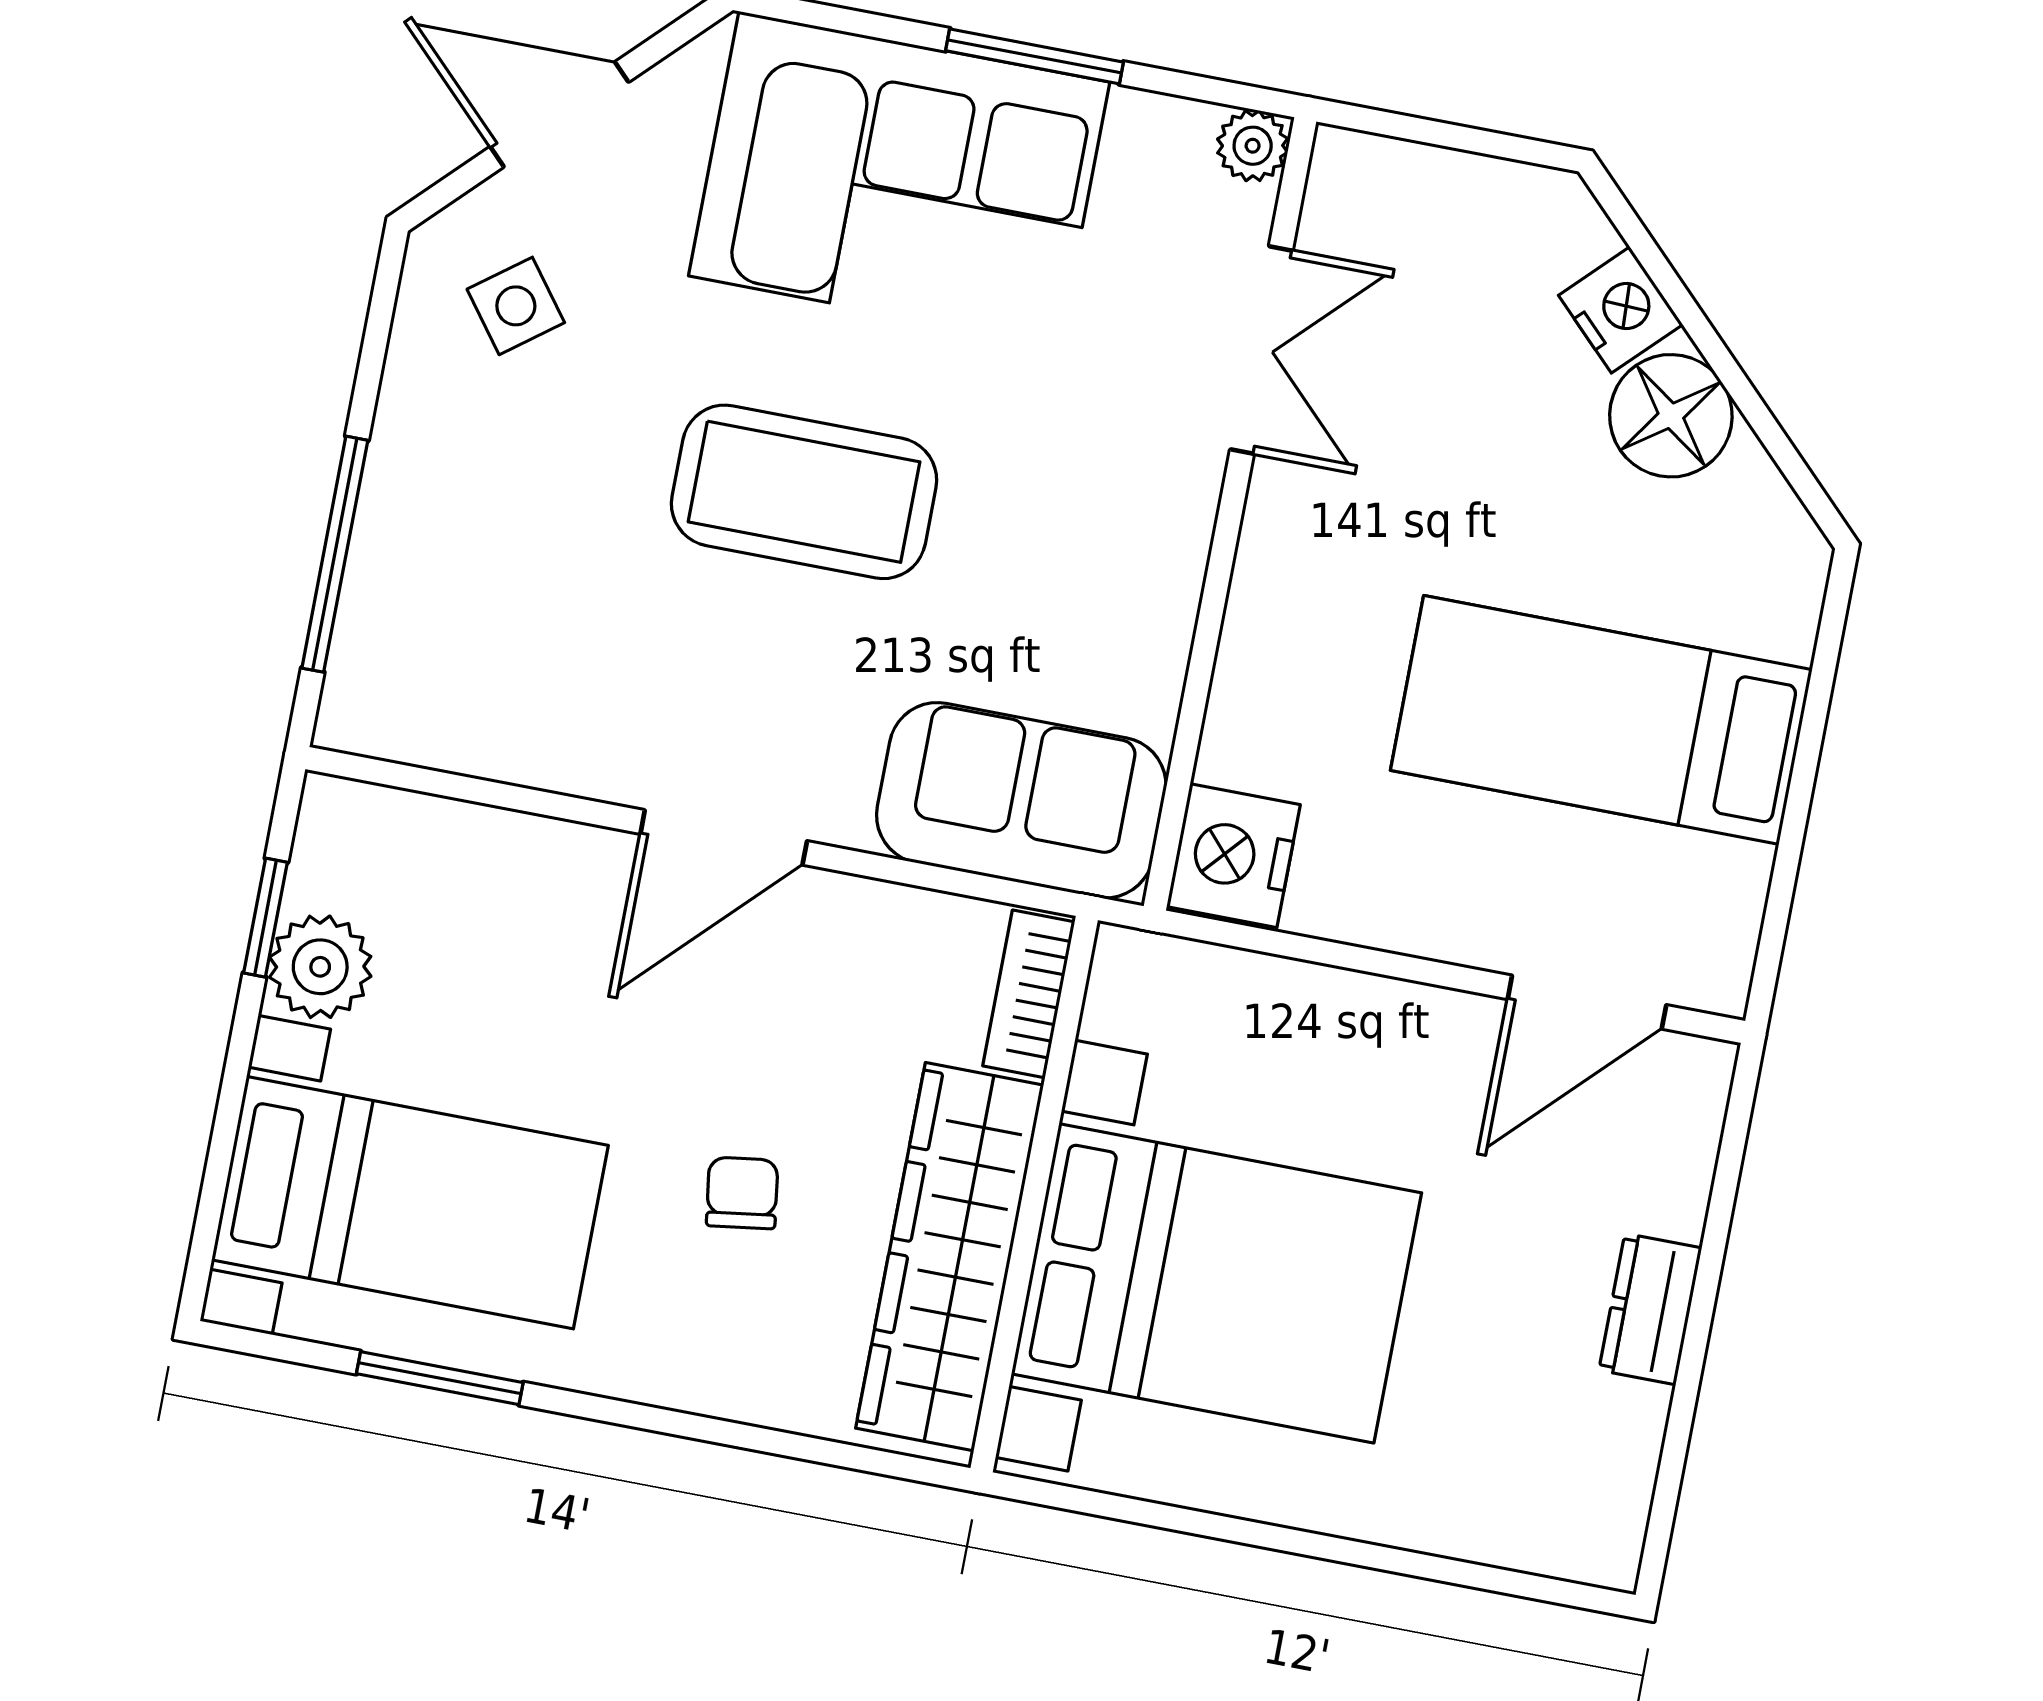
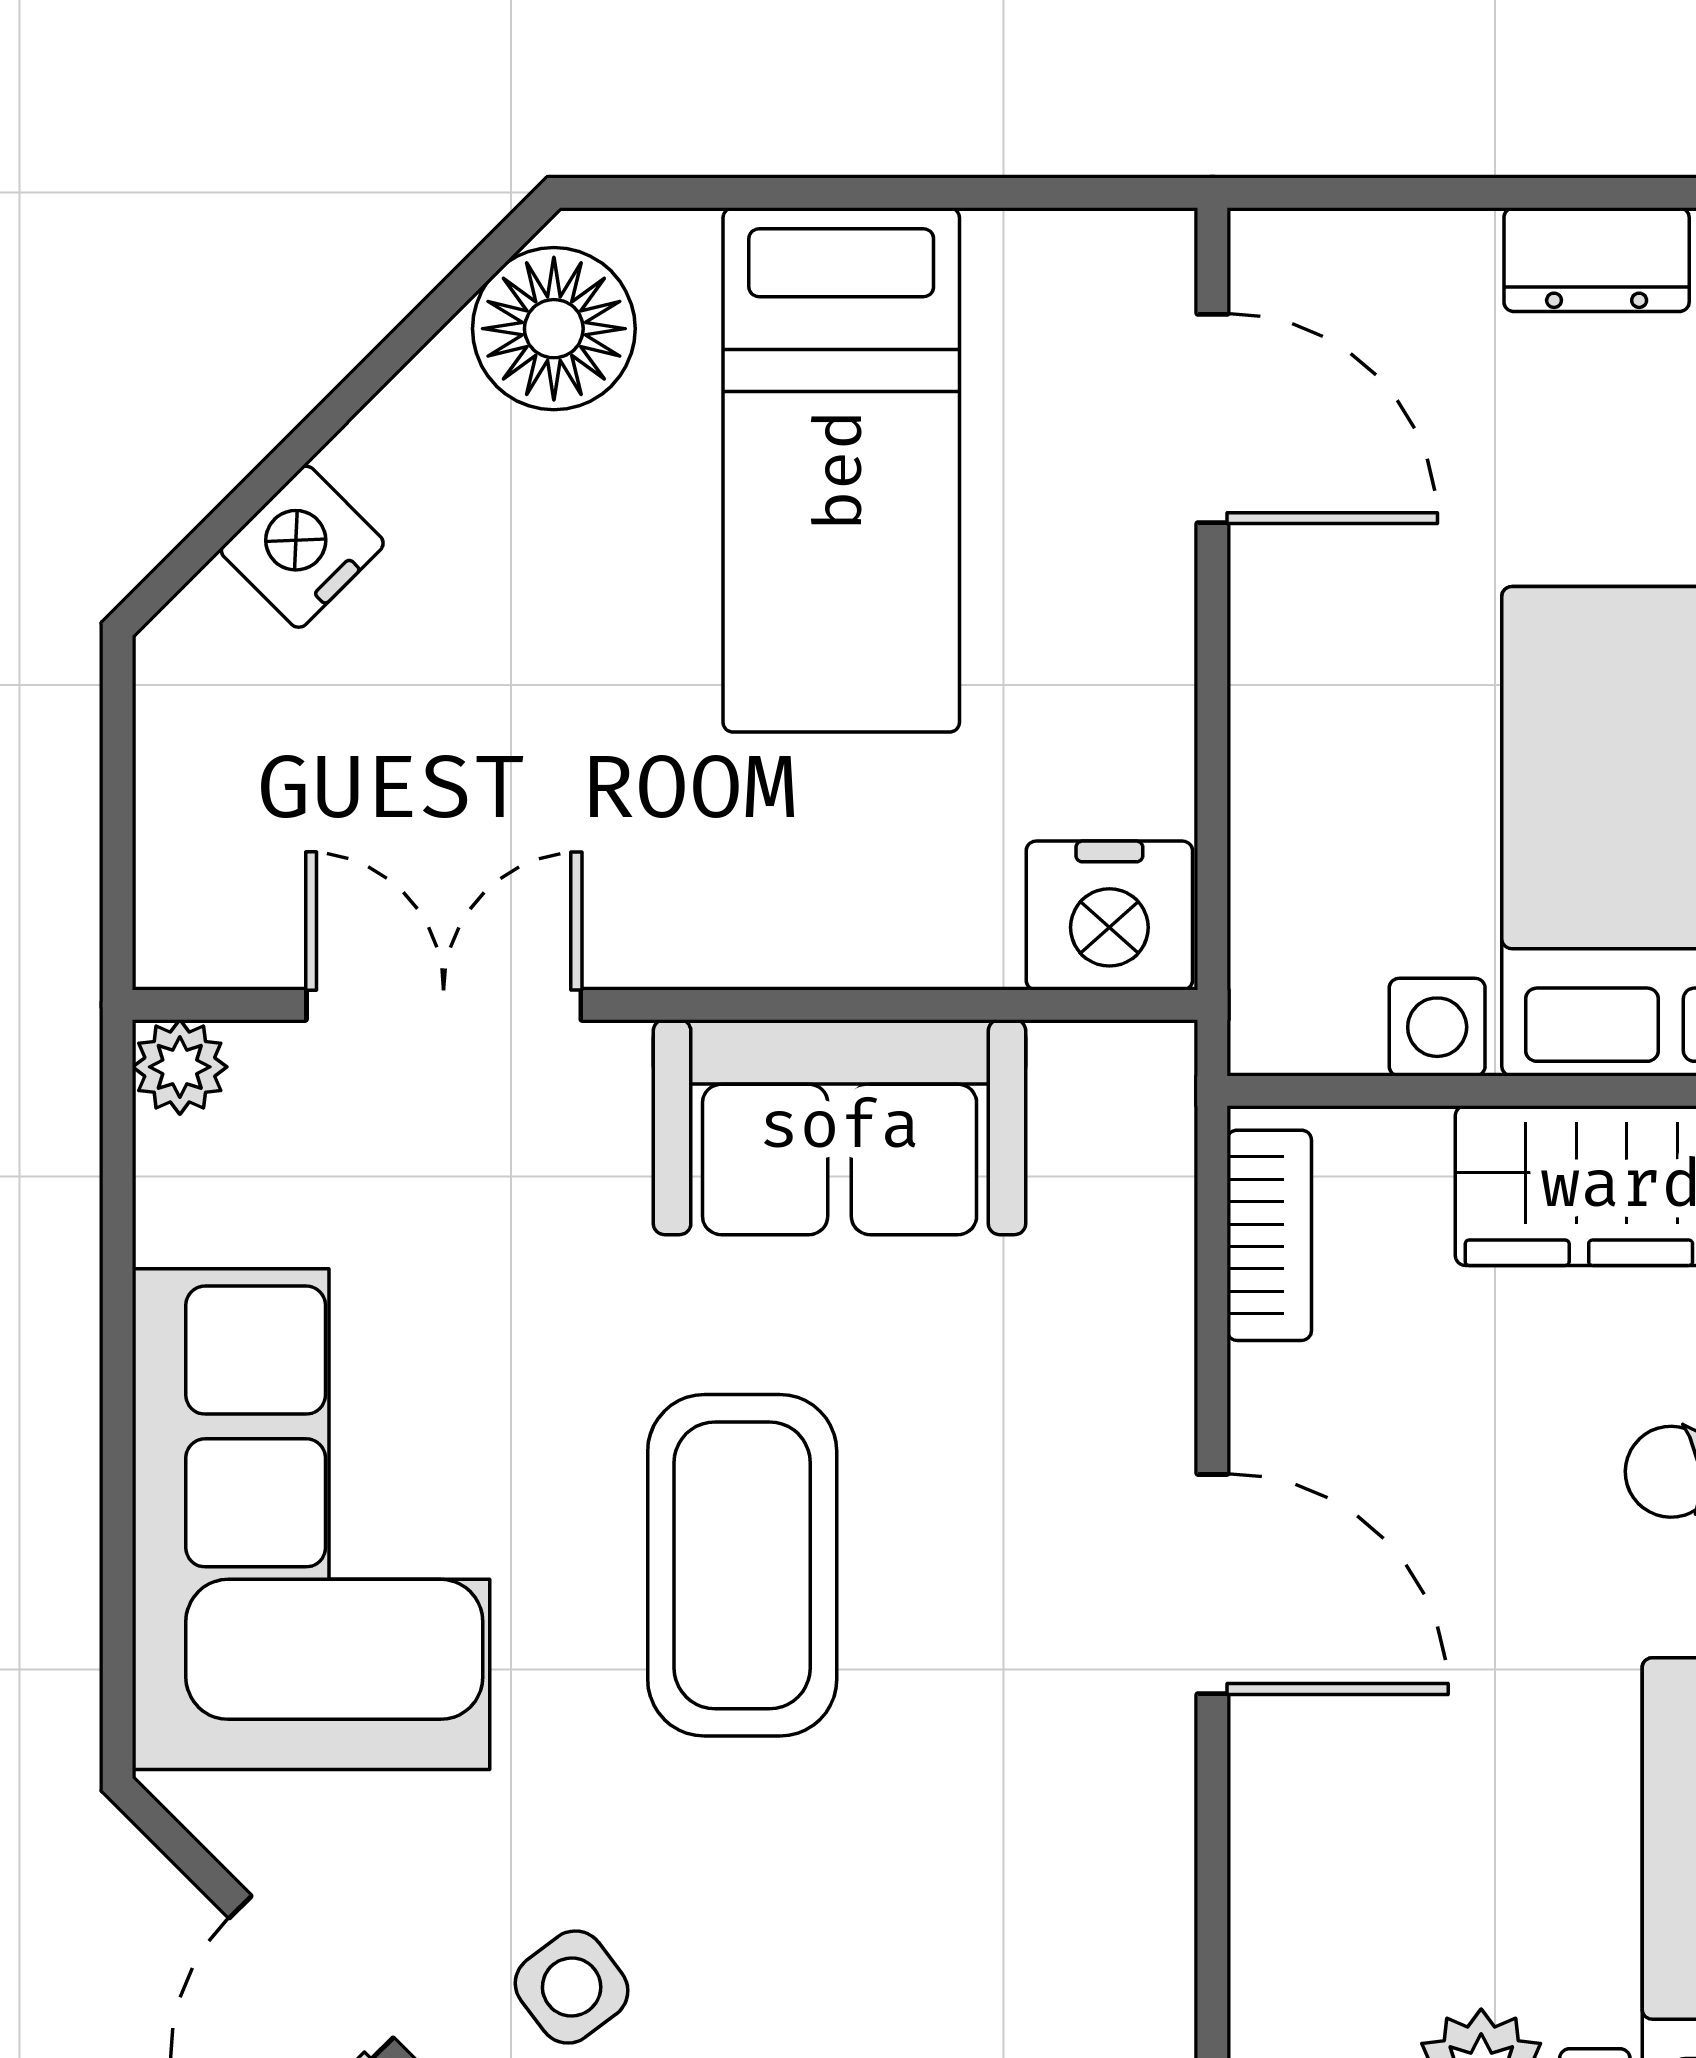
window: (1034, 56) -> (118, 1373), removed
floor lamp: (1671, 416) -> (554, 329), moved
sofa: (1021, 800) -> (840, 1127), moved, turned -90
bookcase: (1029, 994) -> (1269, 1235), moved, turned -90

